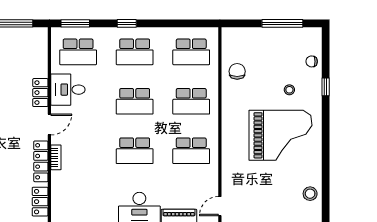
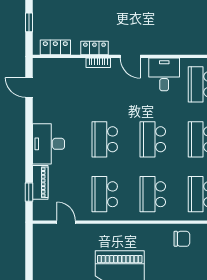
locker: (40, 93) -> (161, 48), removed
locker: (41, 161) -> (94, 48), width x0.66
door: (220, 206) -> (66, 222), moved

